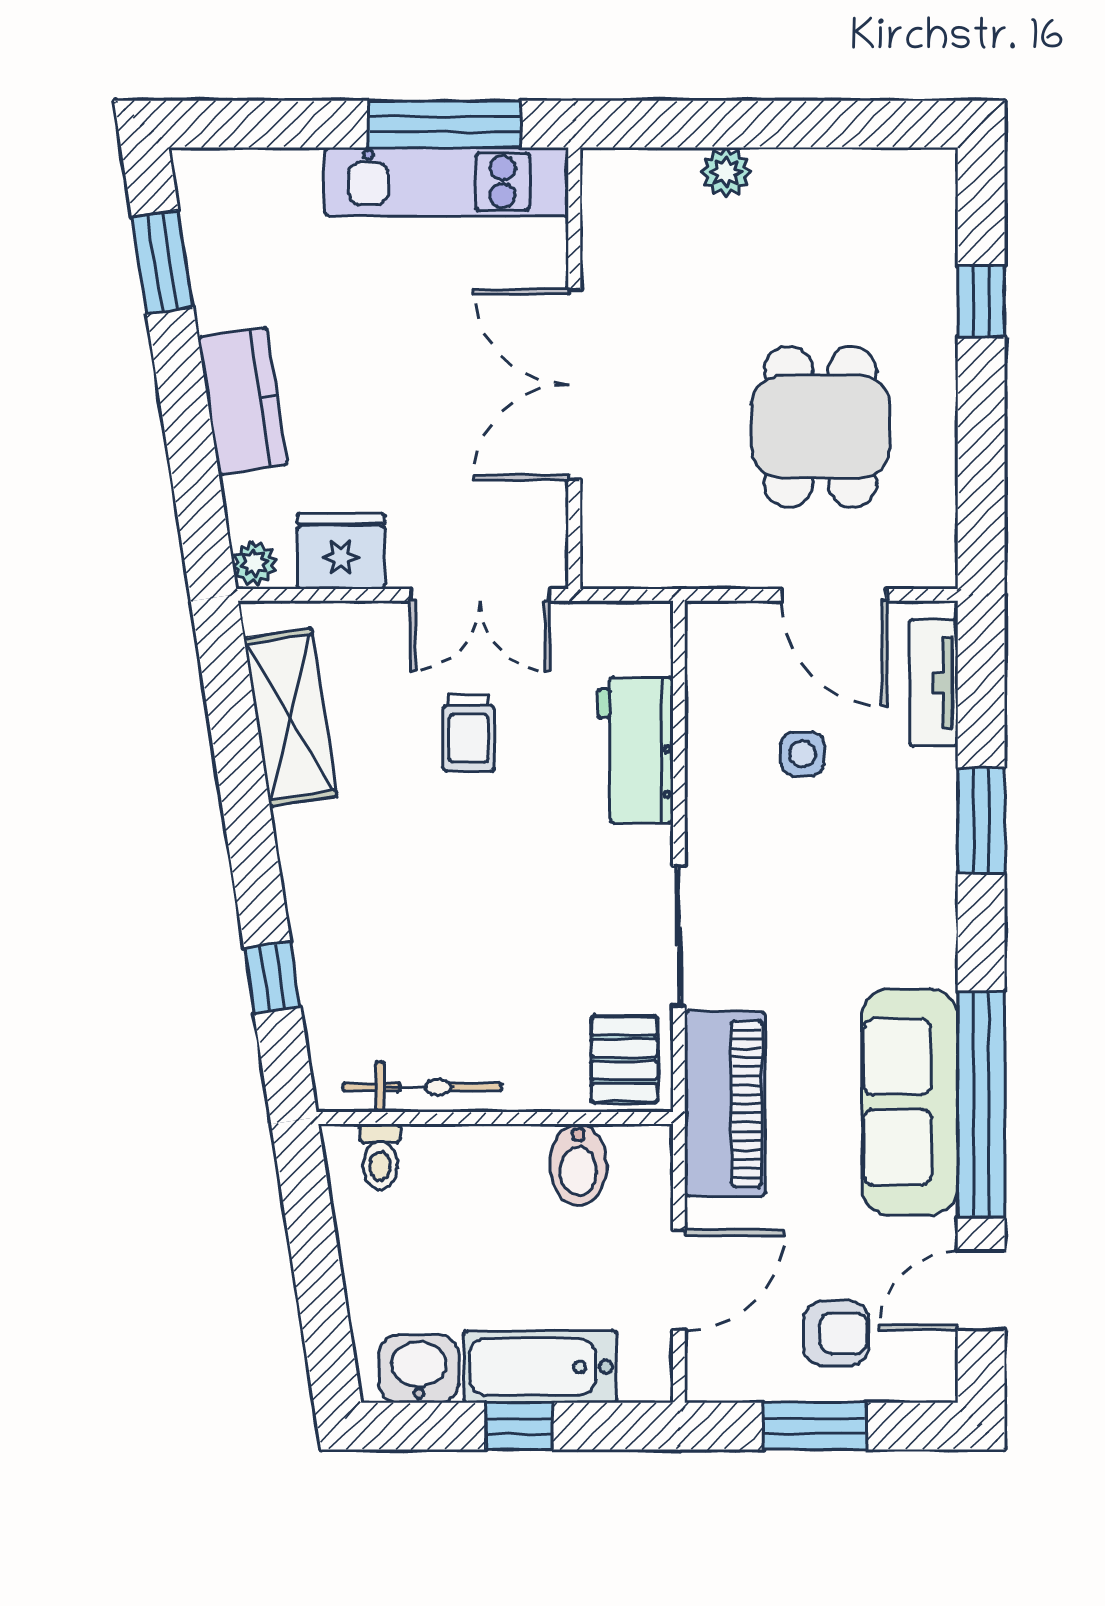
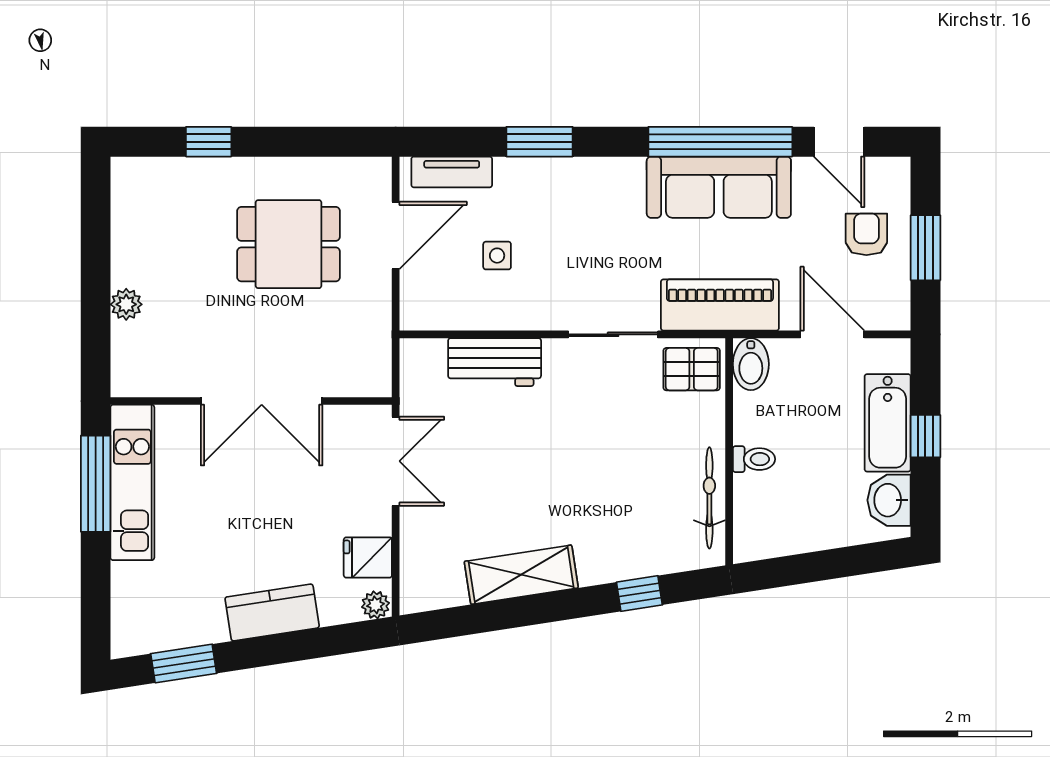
fridge: (341, 551) -> (368, 557), width x0.72
shelving: (290, 717) -> (521, 575), moved
trolley: (469, 733) -> (484, 468), removed
toilet: (380, 1157) -> (754, 459), moved
bidet: (578, 1165) -> (751, 364), moved, turned 90

